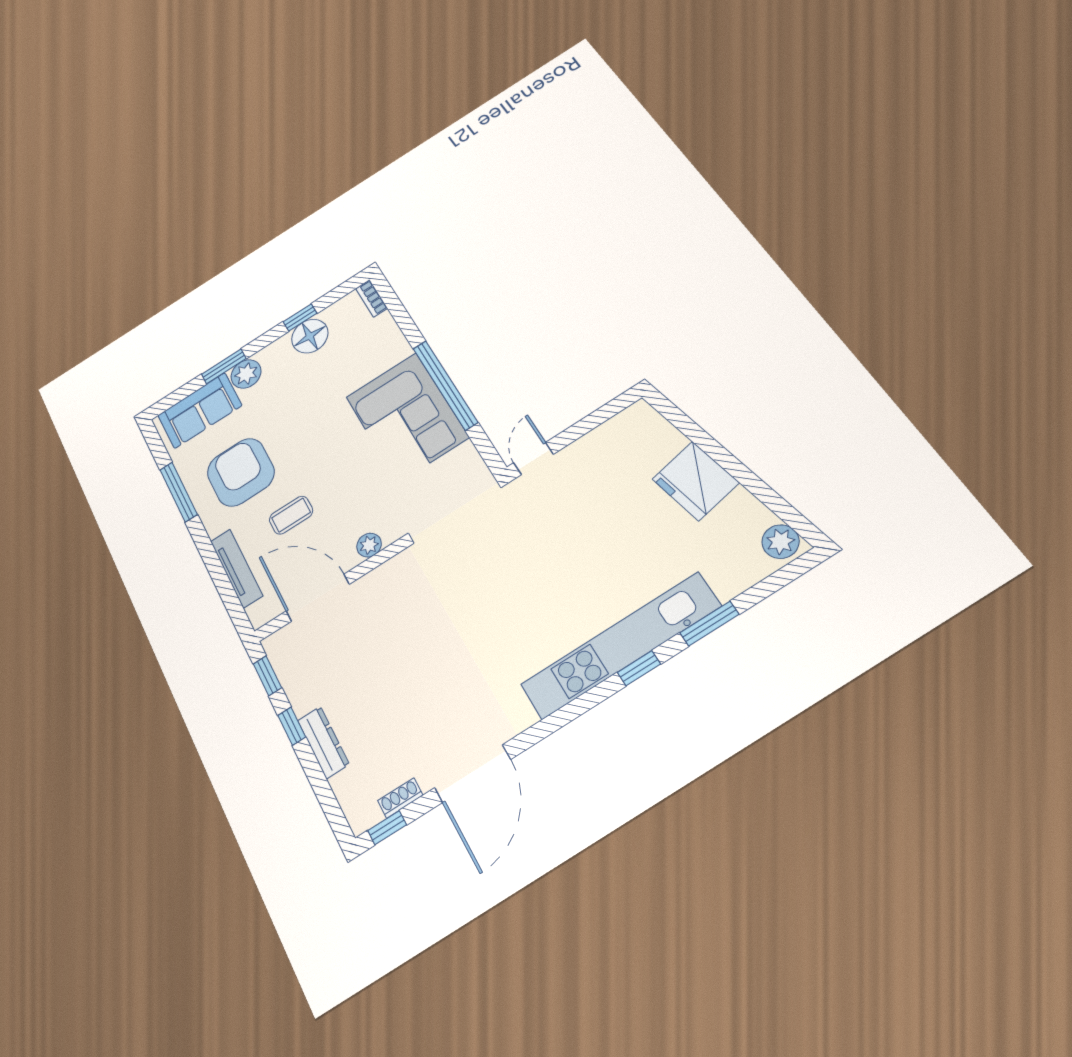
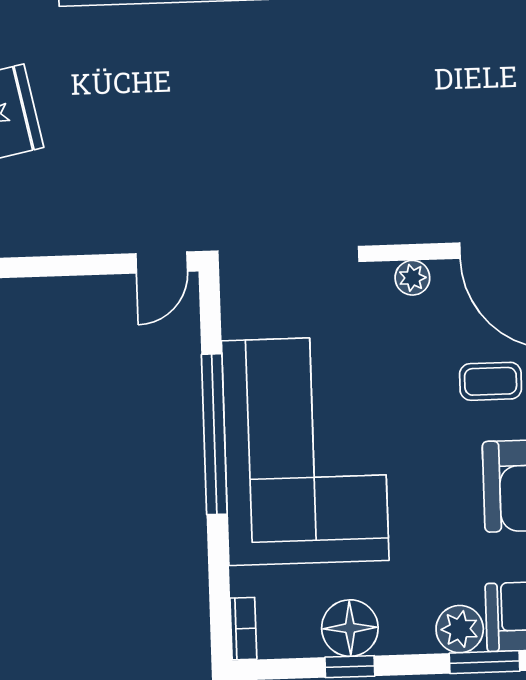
corner sofa: (407, 417) -> (305, 451), width x1.36, depth x1.36

